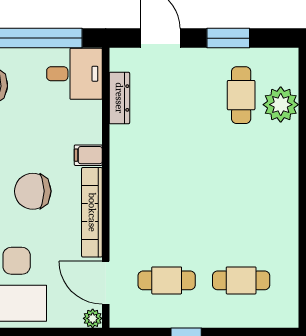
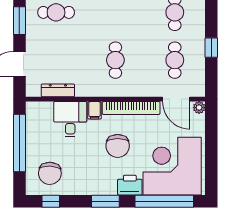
desk: (74, 74) -> (70, 119), moved
cafe table: (167, 188) -> (115, 60), added
door: (106, 283) -> (176, 99), hinge flipped

